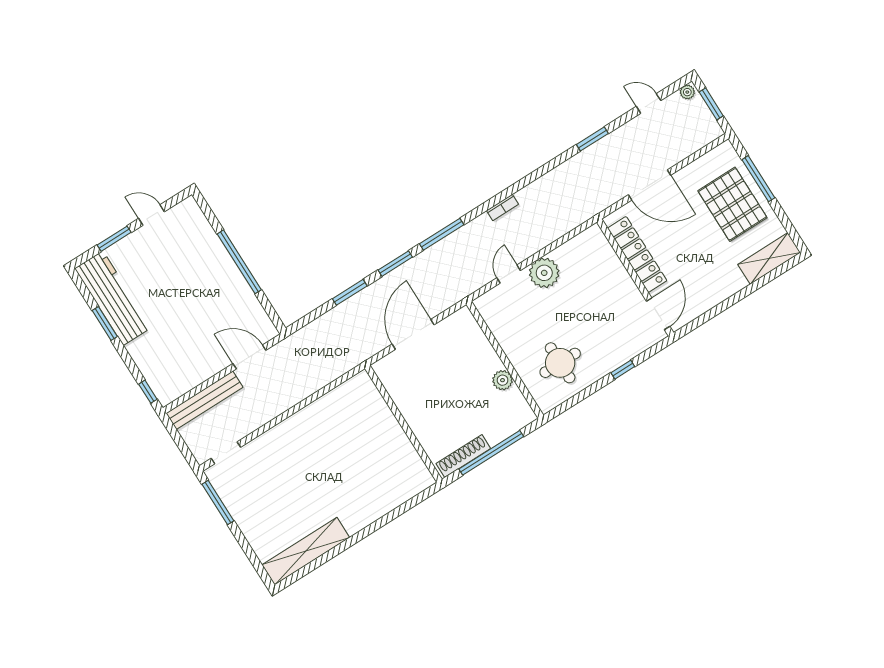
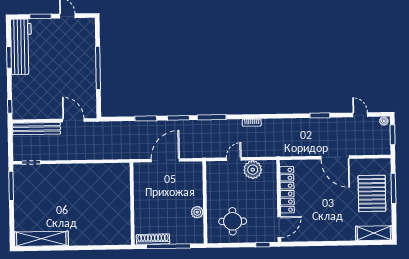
locker: (637, 254) -> (287, 190), moved
wall: (635, 277) -> (279, 201), moved
door: (658, 314) -> (279, 227), moved

